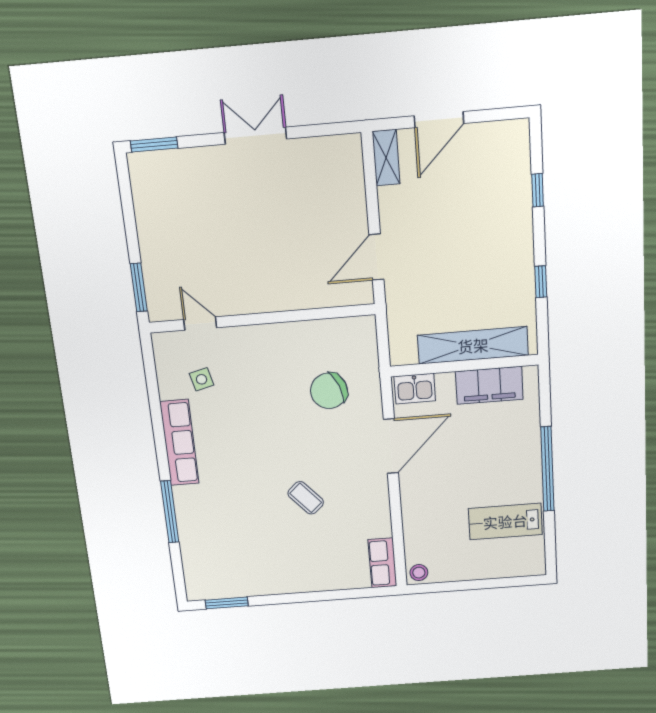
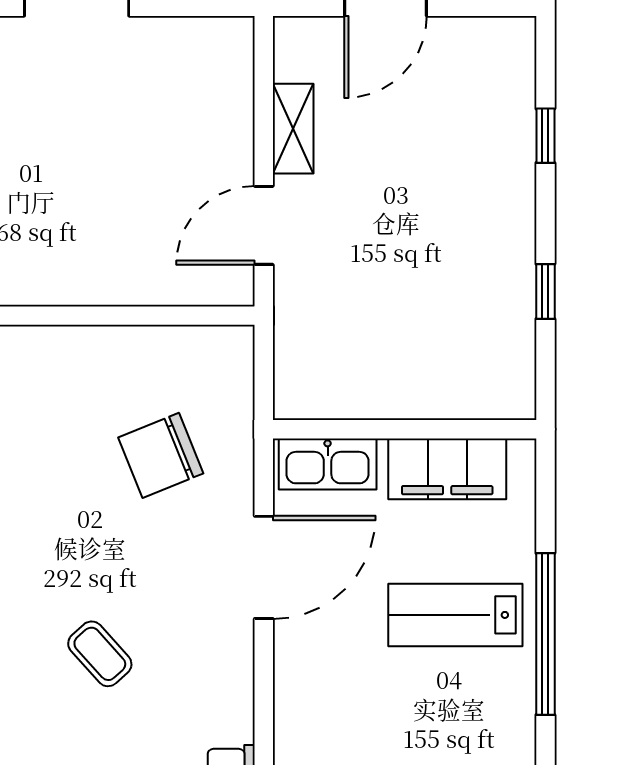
shelving: (386, 158) -> (293, 129), moved
shelving: (473, 345) -> (422, 394), removed
kitchen sink: (415, 389) -> (328, 464), width x1.38
lab bench: (505, 521) -> (455, 615), moved

